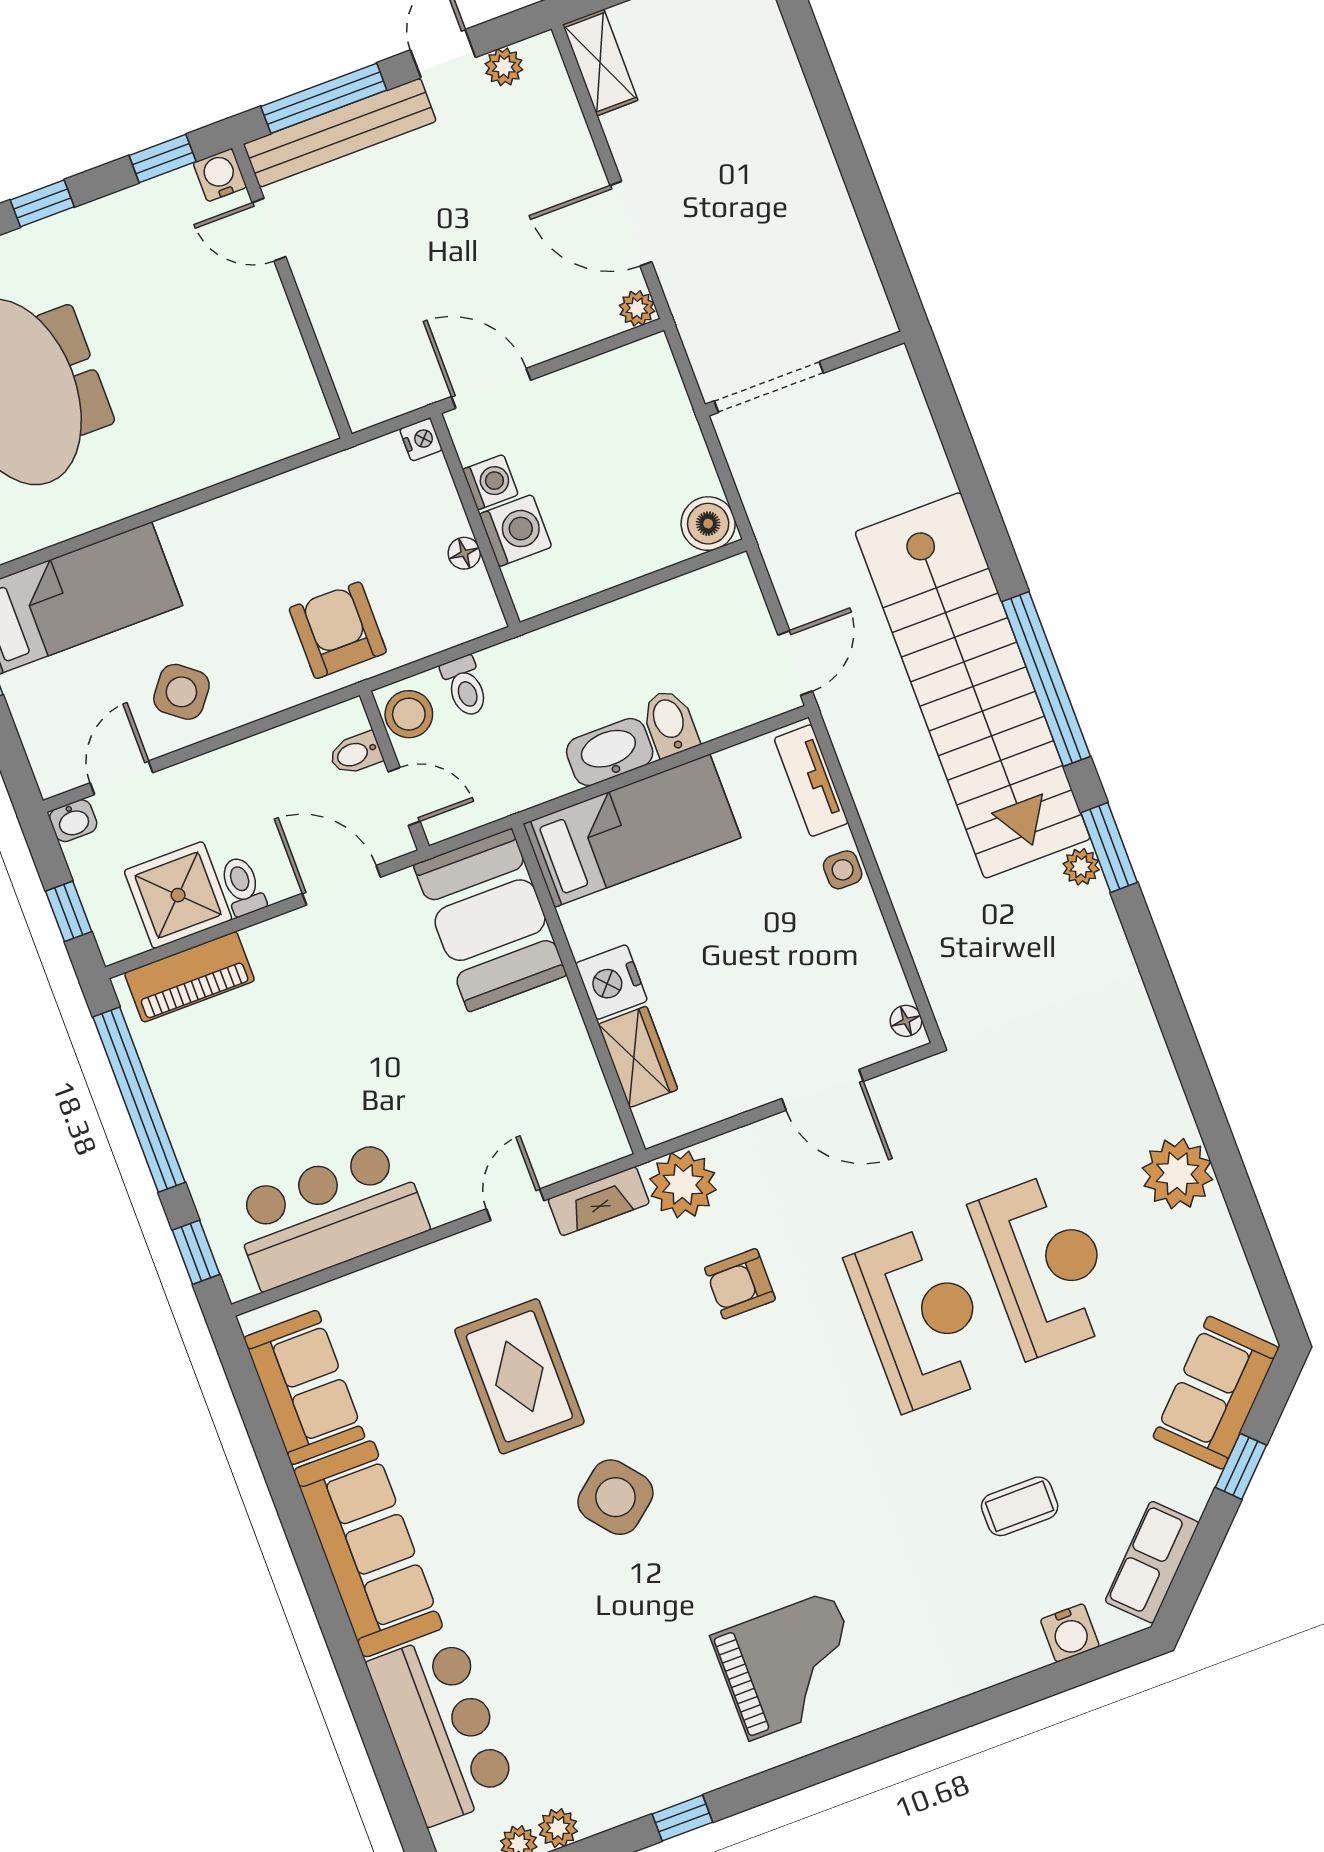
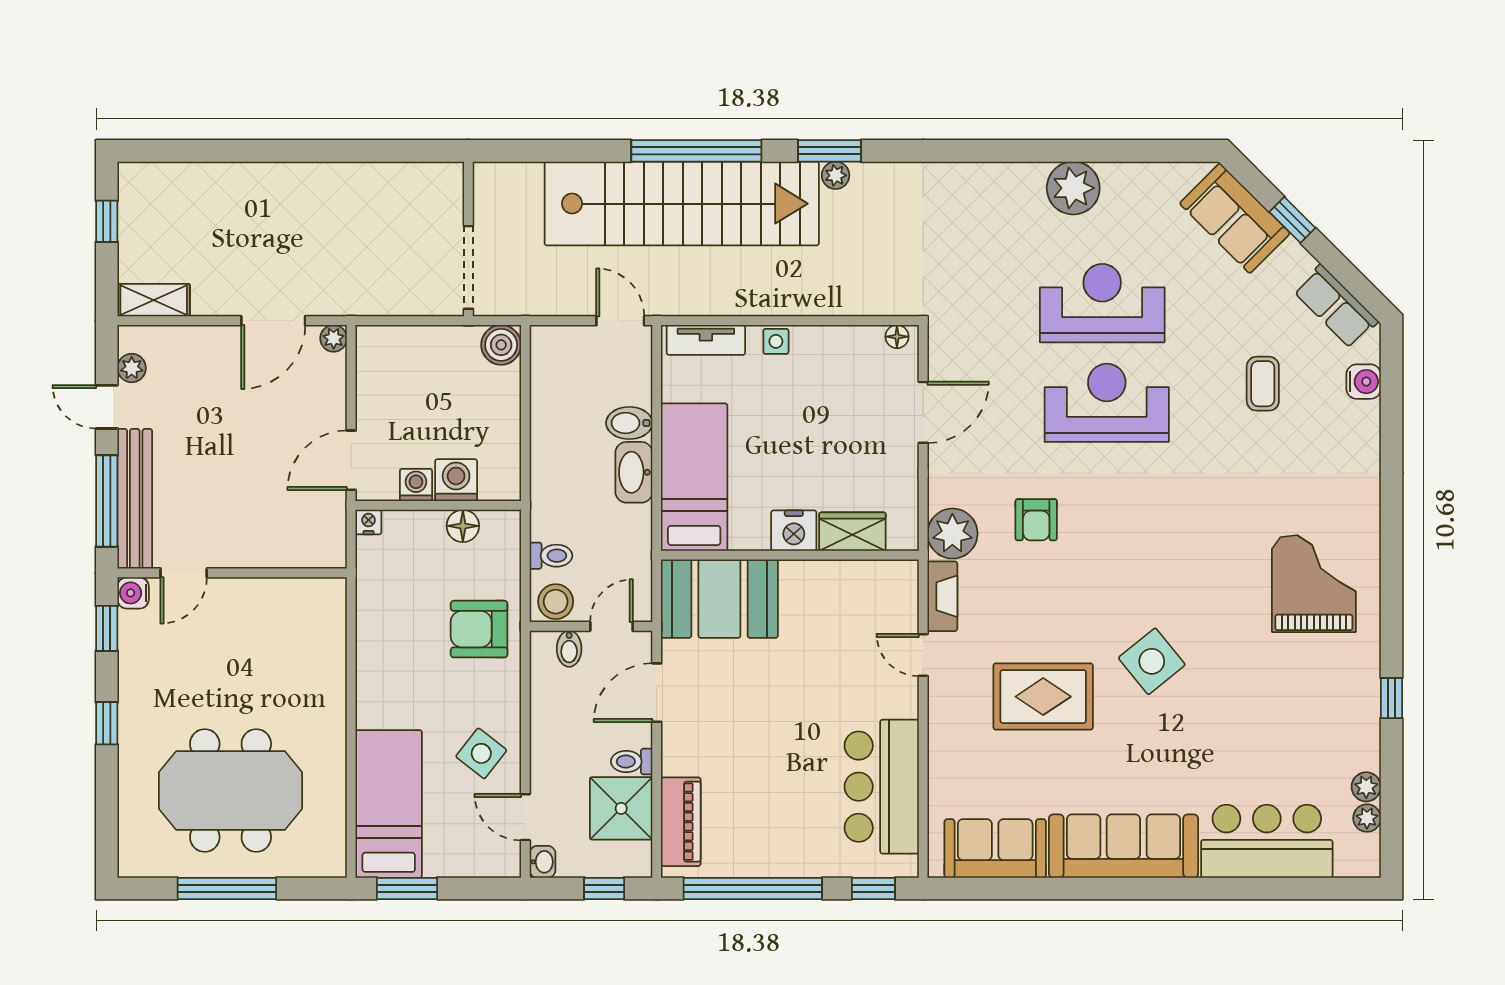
wall: (805, 374) -> (468, 239), moved
doorway: (769, 387) -> (468, 267), moved
floor lamp: (464, 553) -> (463, 526), width x1.37, depth x1.37

